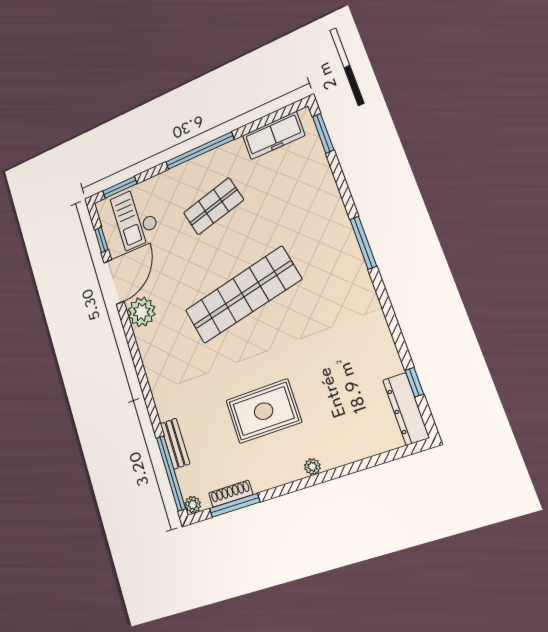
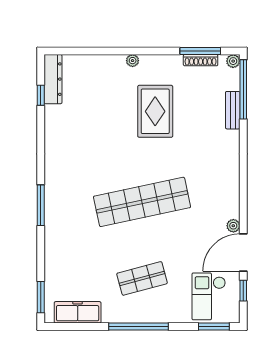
checkout: (135, 218) -> (209, 296), turned 180
plant: (142, 312) -> (233, 226), width x0.53, depth x0.53
rug: (264, 411) -> (155, 111), turned 90

